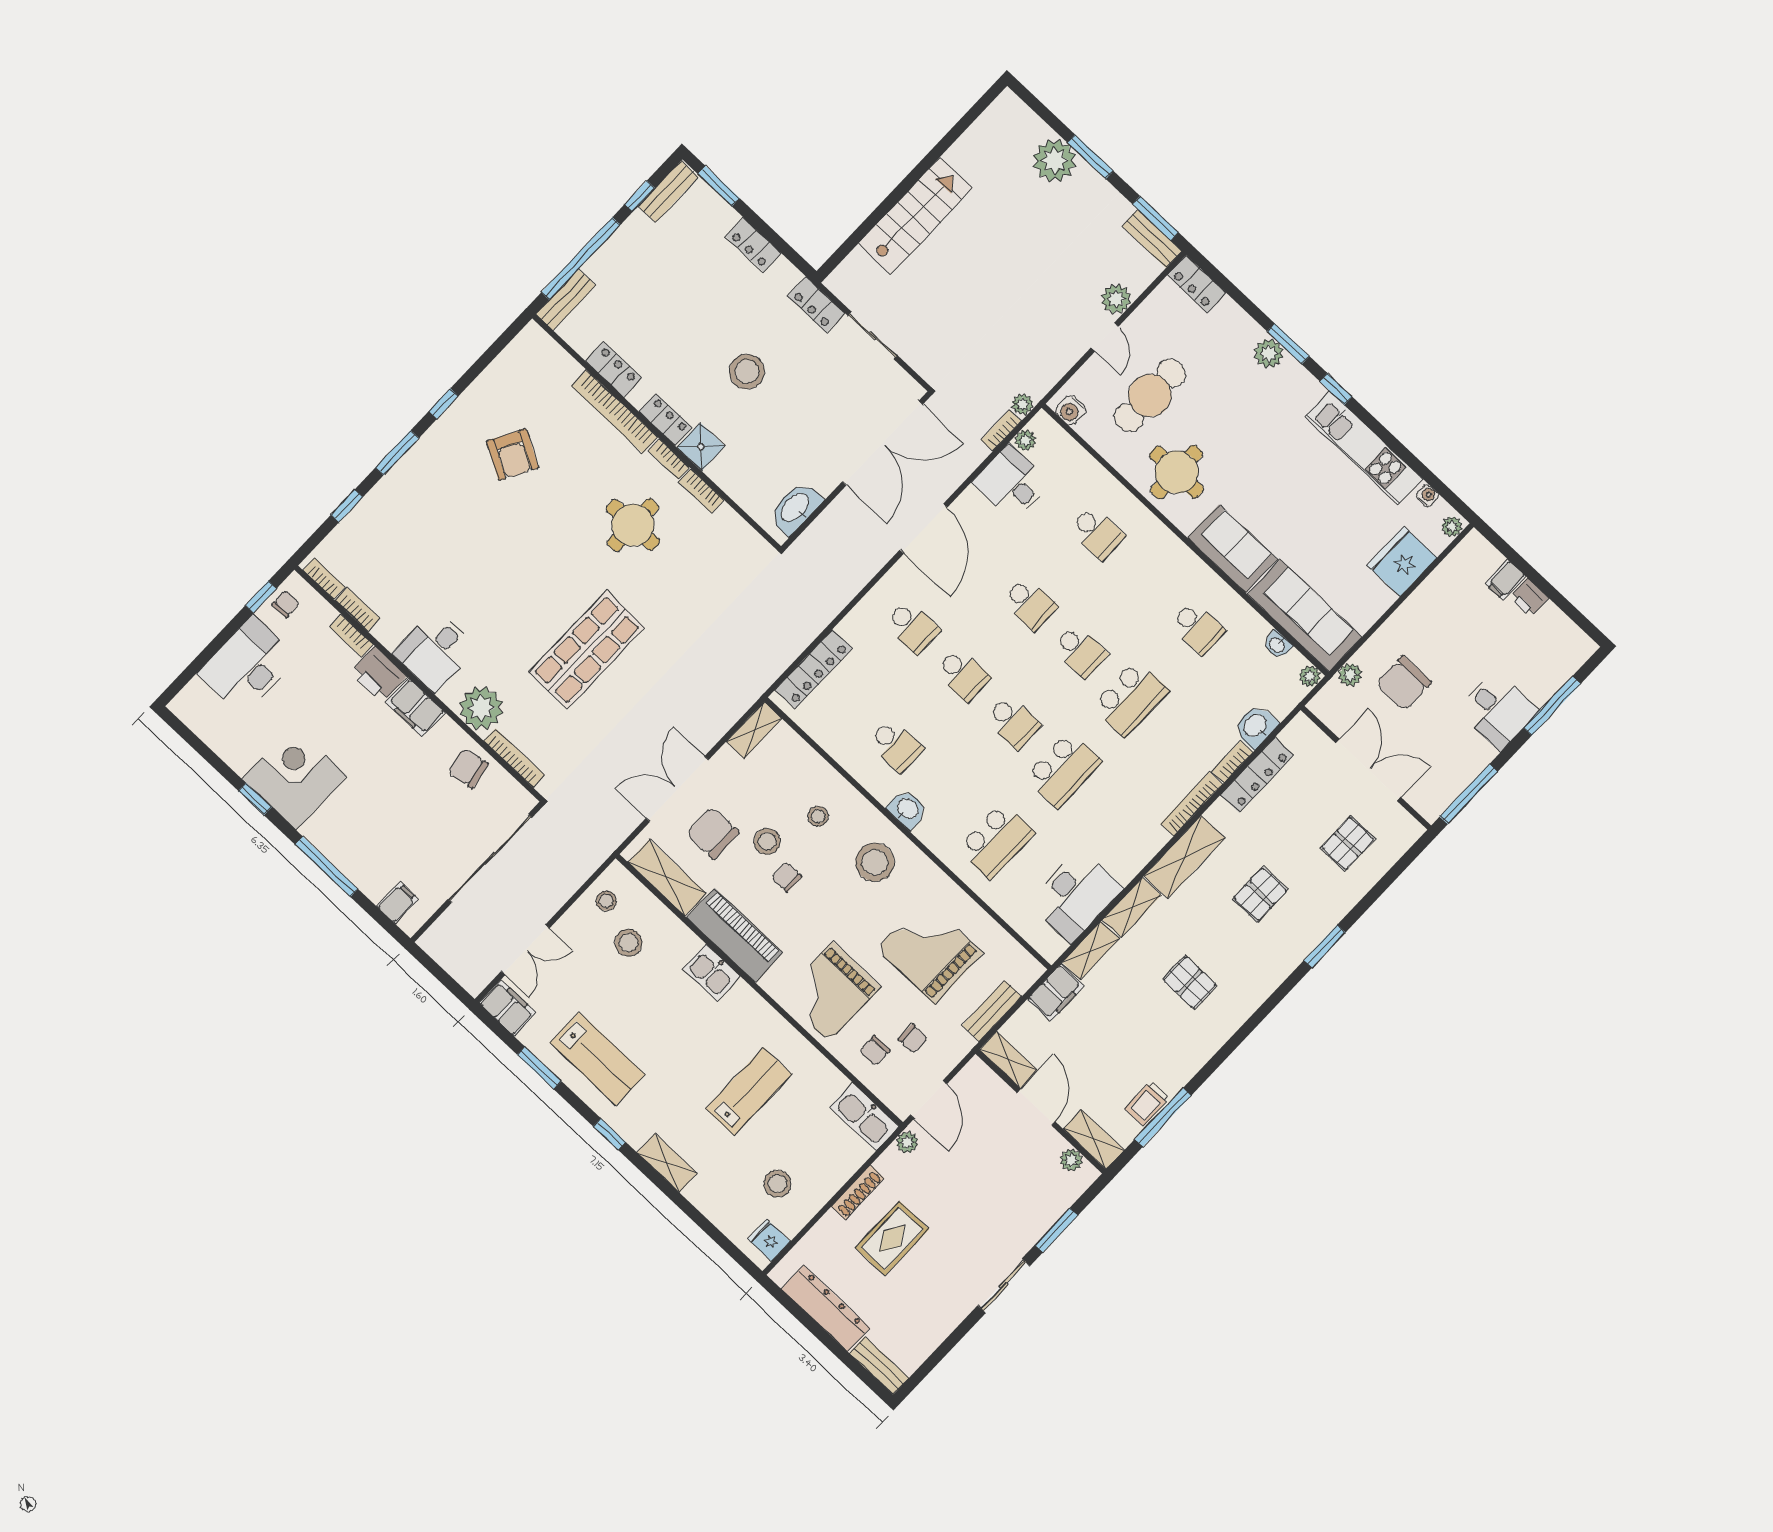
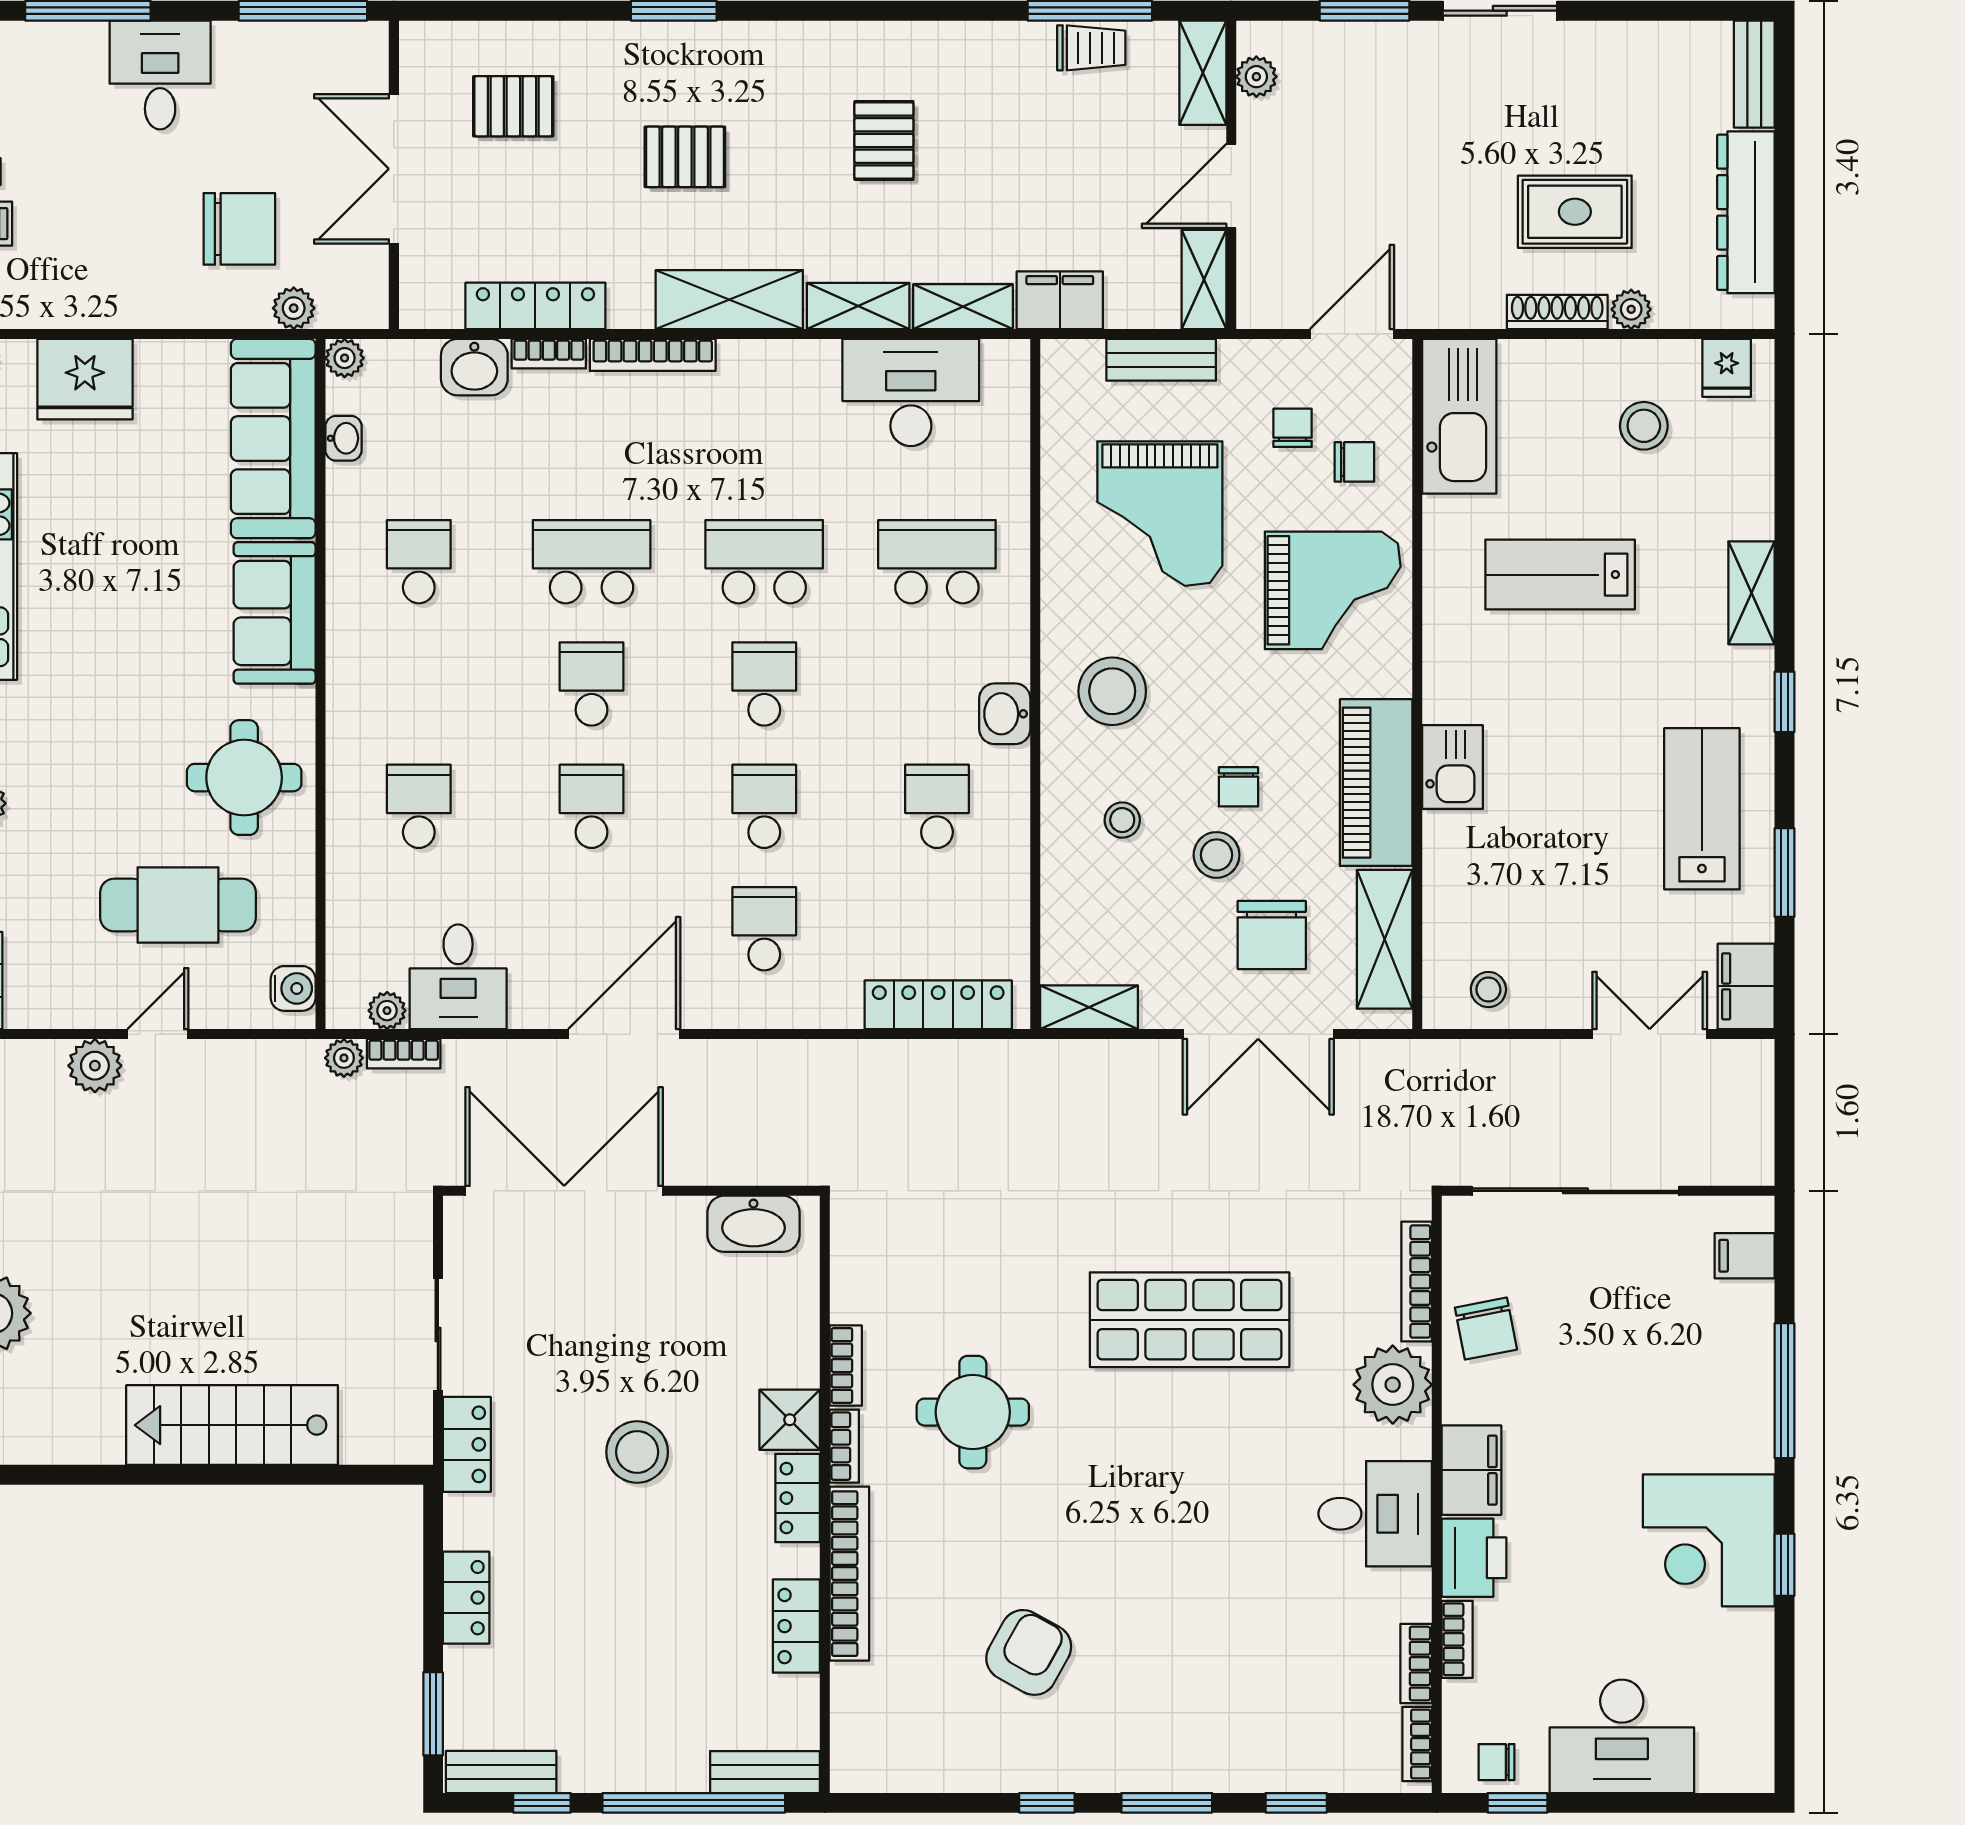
stool: (628, 943) -> (1515, 910), removed
kitchen sink: (864, 1117) -> (1459, 416), width x1.36, depth x1.24
plant: (907, 1142) -> (1631, 309), moved

